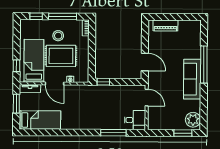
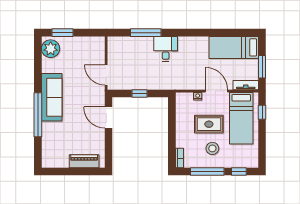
rug: (61, 56) -> (209, 124), width x0.73, depth x0.70
window: (103, 82) -> (139, 94), moved
desk: (135, 120) -> (166, 49), moved, turned 90

